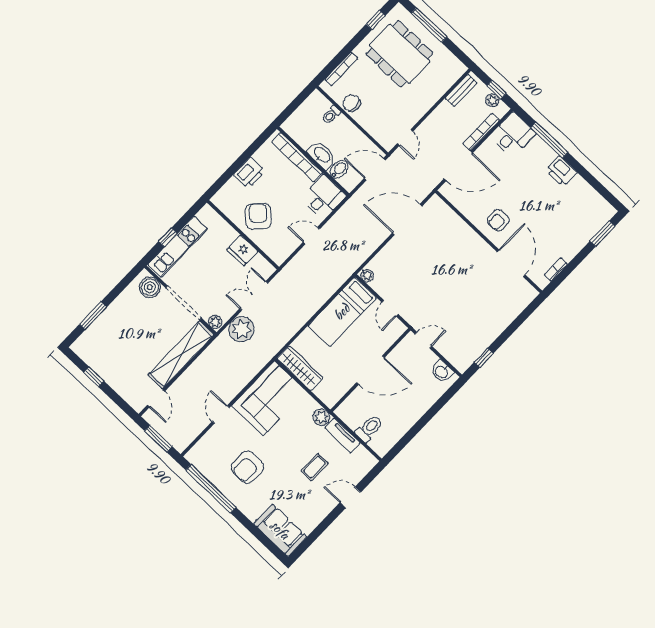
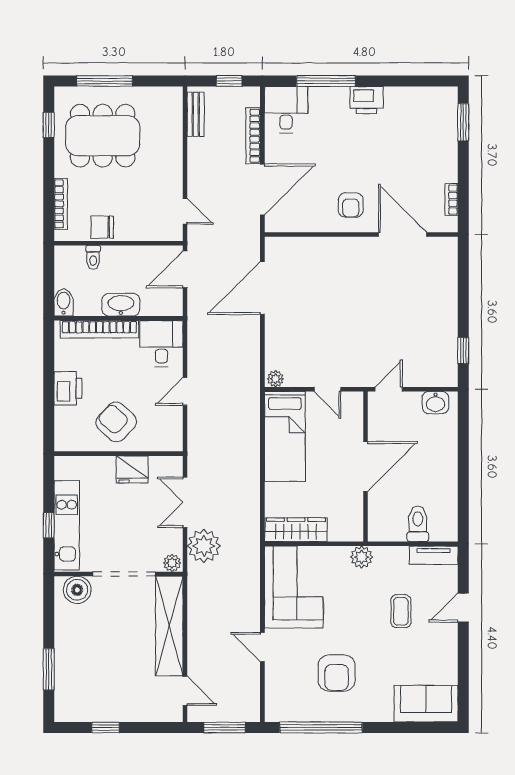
plant: (492, 100) -> (235, 95), removed
bidet: (339, 169) -> (64, 302), moved
tv unit: (342, 435) -> (434, 555), moved

